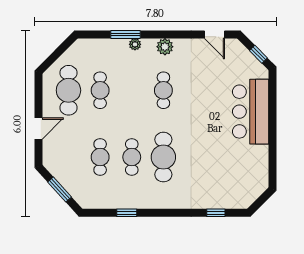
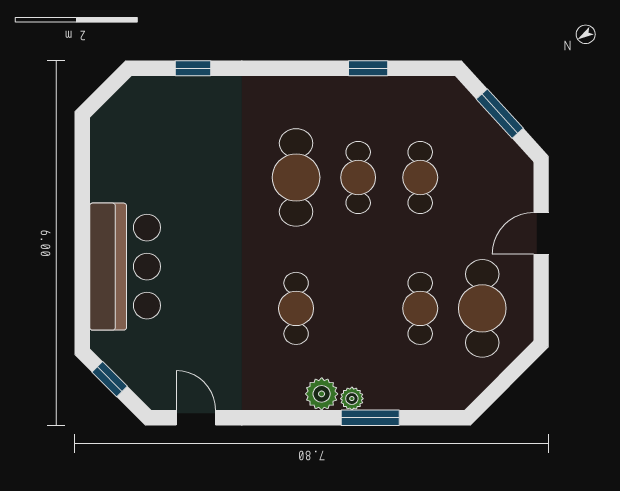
plant: (165, 47) -> (322, 394), moved

